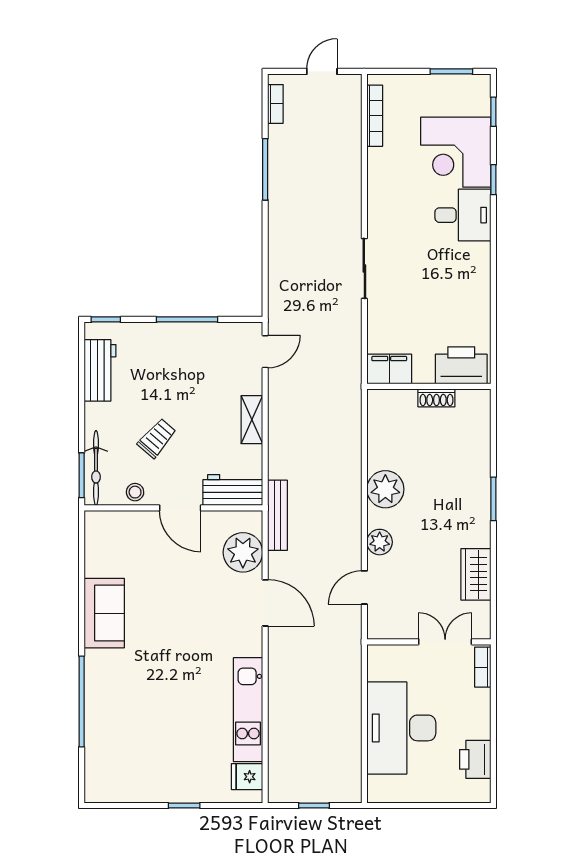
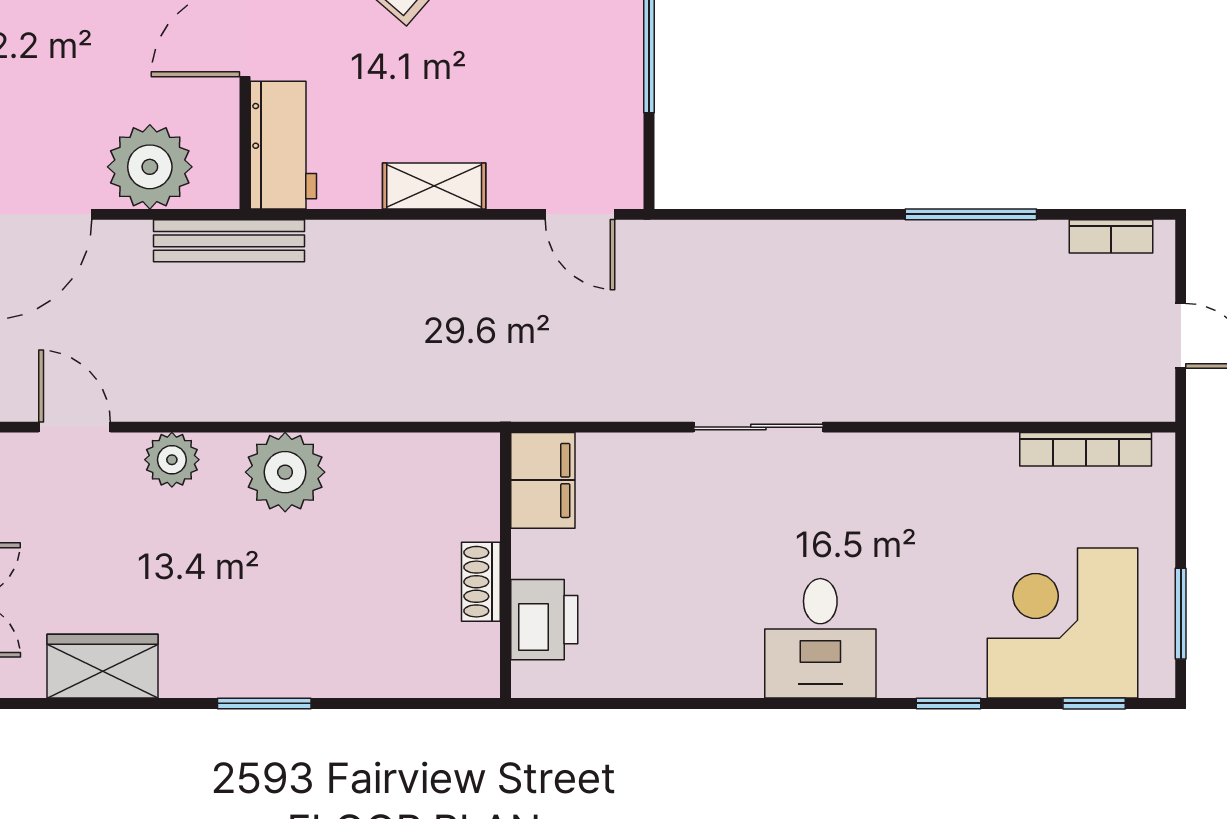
corner desk: (456, 152) -> (1063, 623), moved
desk: (463, 215) -> (820, 638), moved
printer: (461, 365) -> (544, 620), width x0.73, depth x0.84

